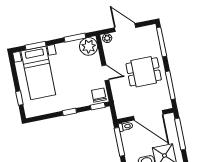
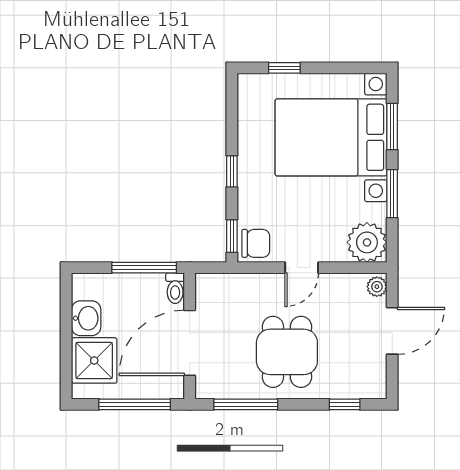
window: (75, 38) -> (392, 194), moved
window: (162, 42) -> (345, 404), width x0.46
bed with nightstands: (38, 73) -> (331, 137), width x1.36

